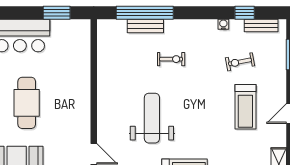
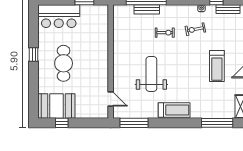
exercise bike: (240, 62) -> (195, 29), moved

